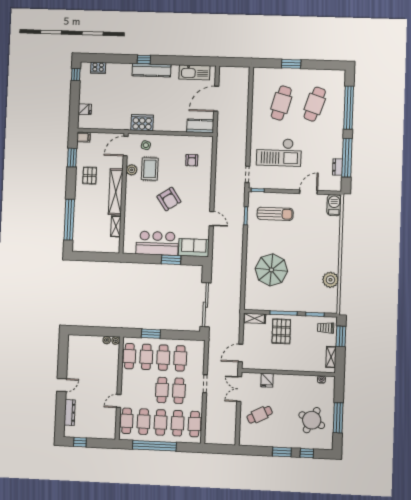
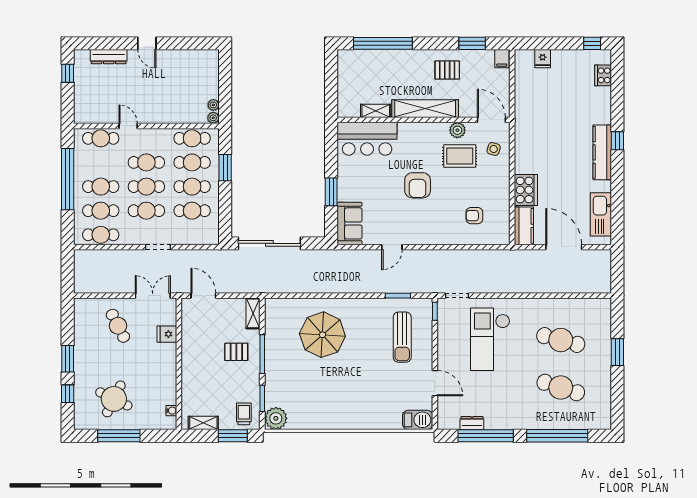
cooker: (142, 123) -> (526, 190), moved
armchair: (169, 199) -> (418, 185), turned -56
bar counter: (157, 243) -> (367, 139), moved, turned 90
plant: (330, 280) -> (276, 418), moved
pallet: (281, 331) -> (236, 352), width x0.67, depth x0.71
cafe table: (144, 422) -> (146, 162), moved

